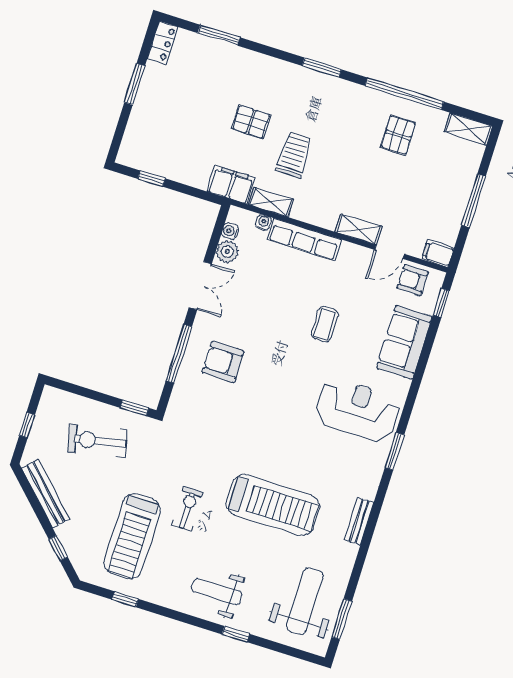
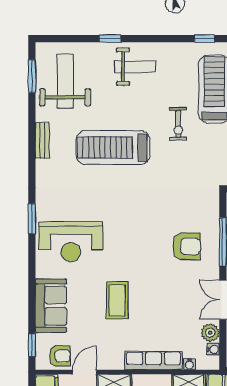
coffee table: (325, 324) -> (117, 300), width x1.36, depth x1.30
bench: (359, 521) -> (42, 140), moved
weight bench: (305, 601) -> (65, 81), turned 180

